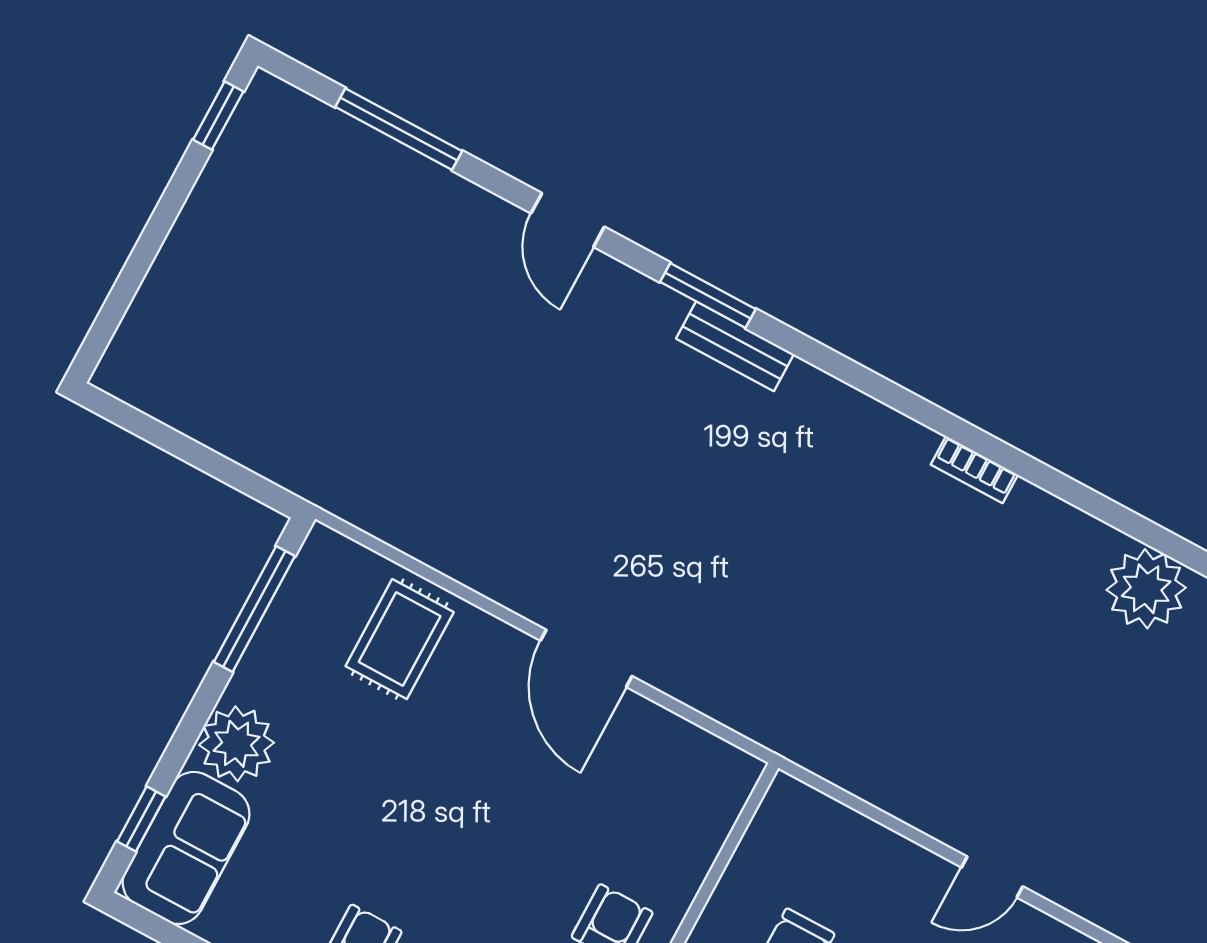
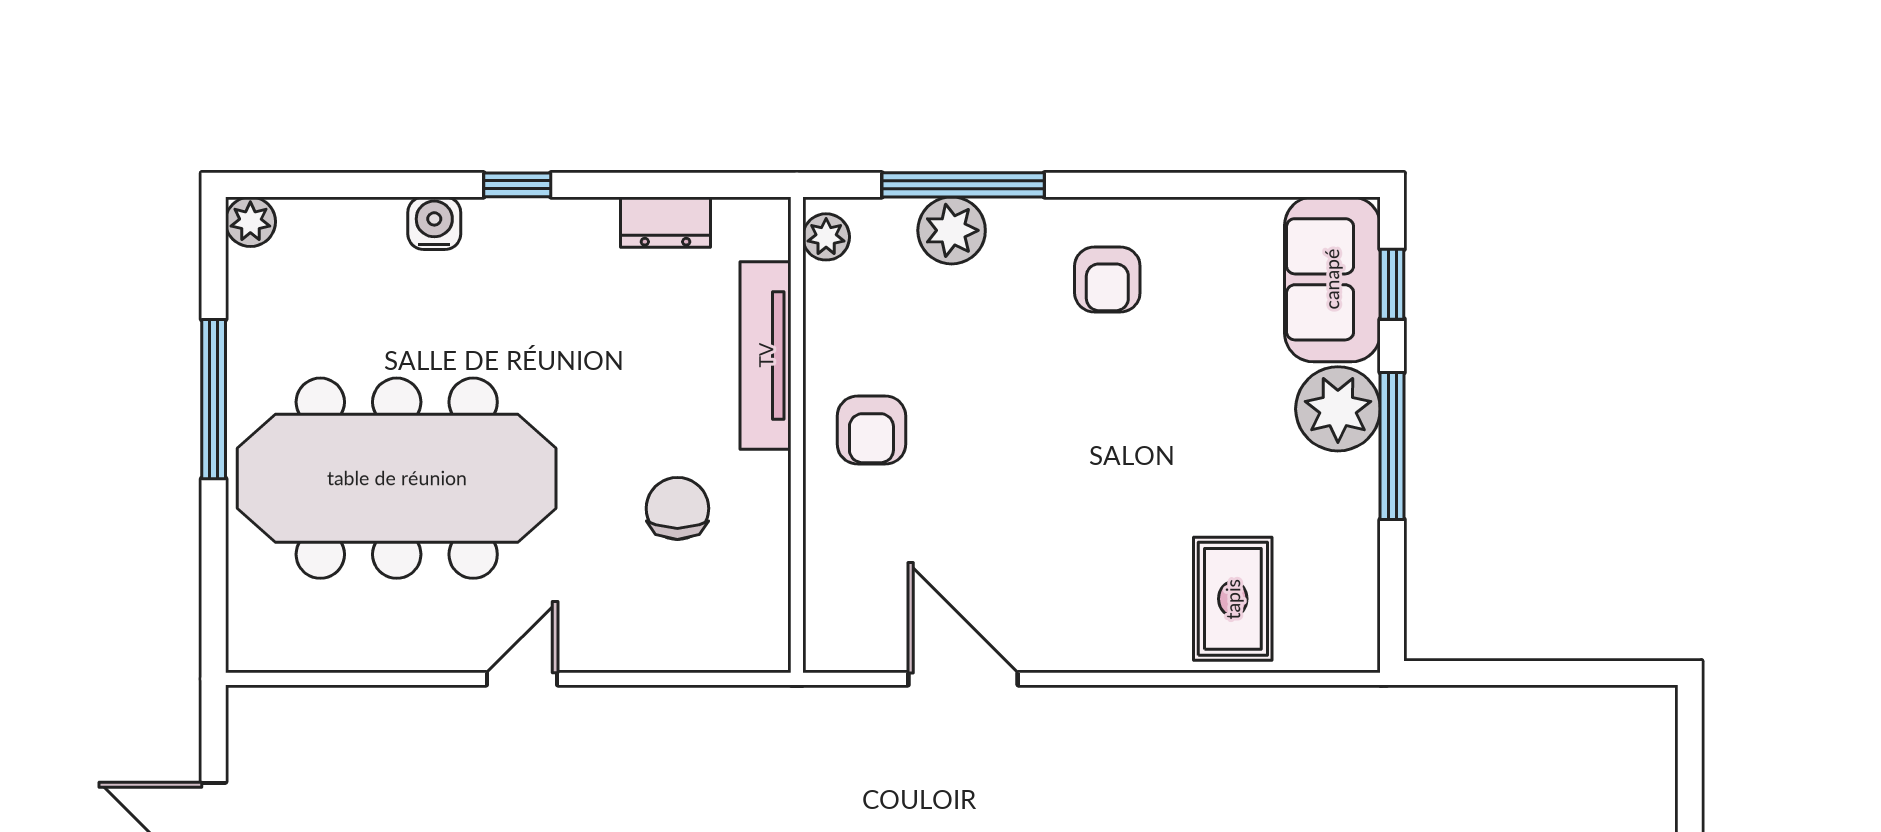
window: (254, 609) -> (1392, 446), moved
door: (586, 658) -> (963, 679), moved

